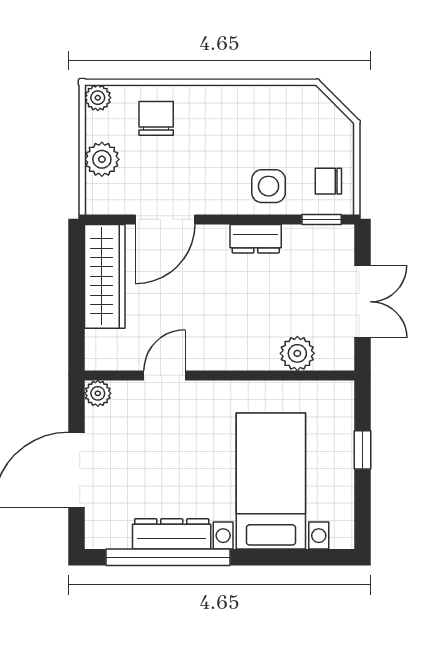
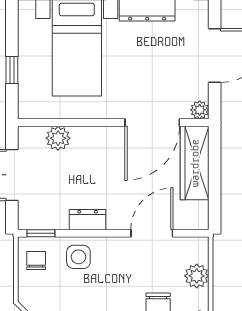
chair: (328, 181) -> (36, 261), turned -90
wardrobe: (105, 276) -> (195, 163), moved
door: (165, 375) -> (152, 123), width x1.87

